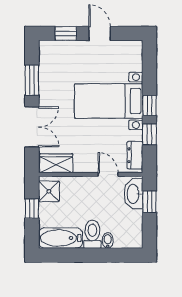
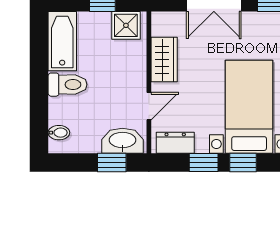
wardrobe: (56, 163) -> (164, 60), moved
bidet: (108, 240) -> (59, 133), moved

